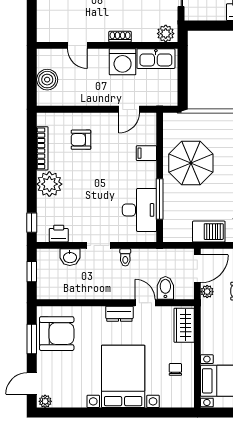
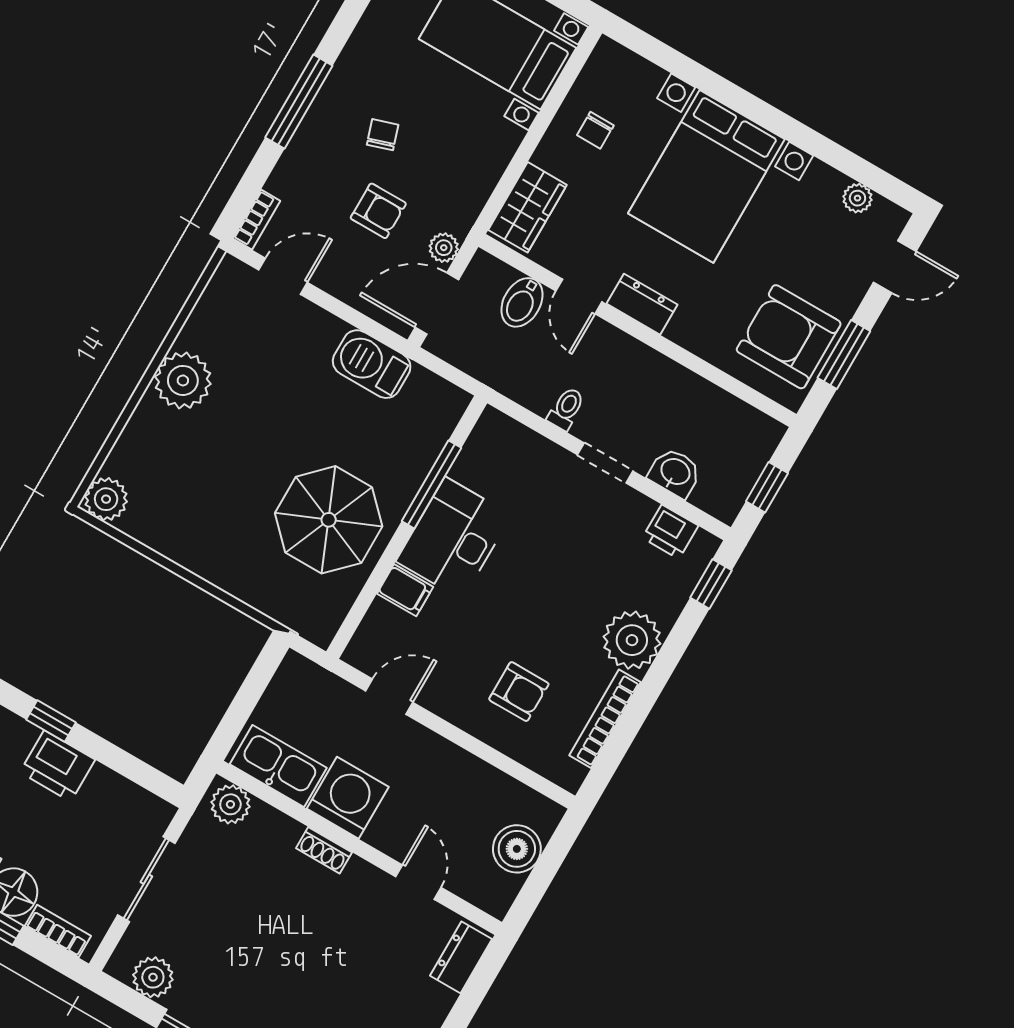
dresser: (45, 26) -> (461, 957), added
desk: (139, 210) -> (454, 538), moved
plant: (45, 401) -> (857, 198), moved

